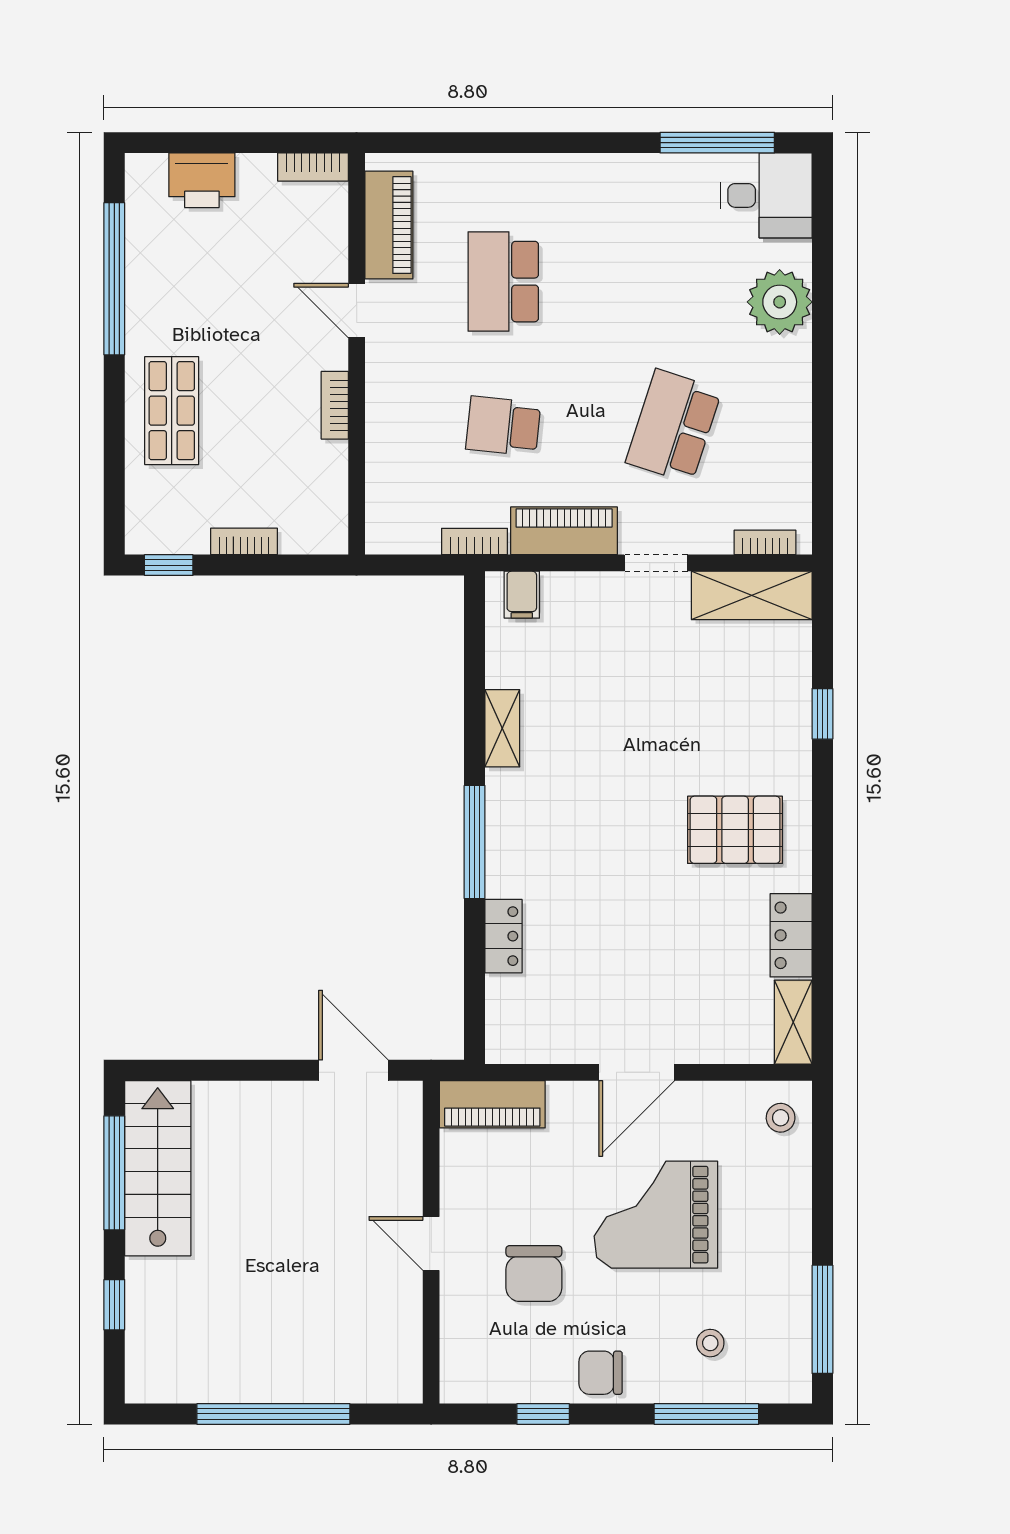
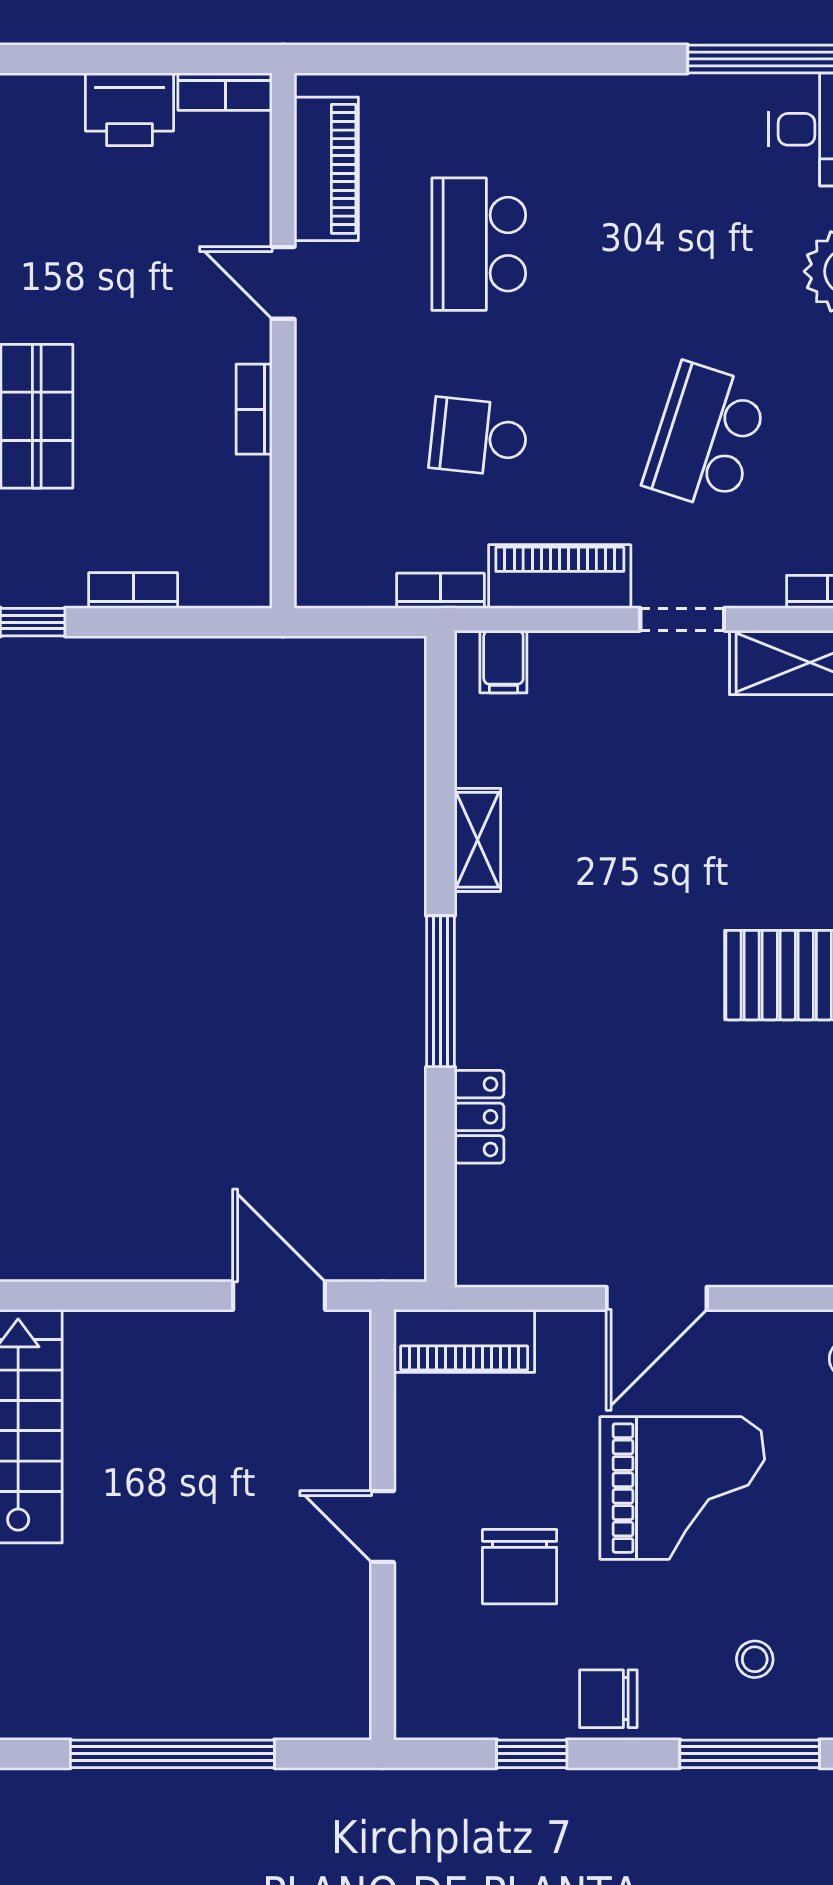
printer: (202, 180) -> (130, 109), moved
grand piano: (656, 1215) -> (682, 1488), turned 180

